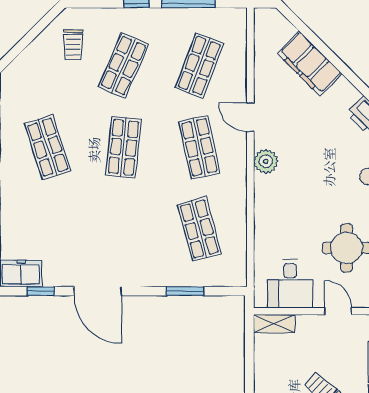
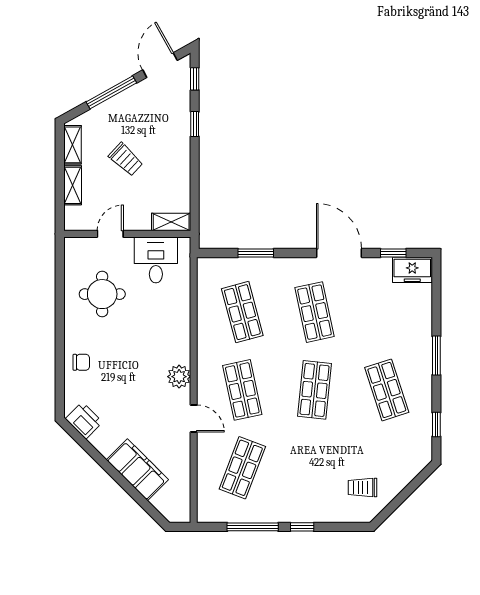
trolley: (73, 45) -> (363, 487), turned -90
shop shelf: (123, 66) -> (315, 312), moved, turned -36
door: (338, 311) -> (110, 234), swing flipped

